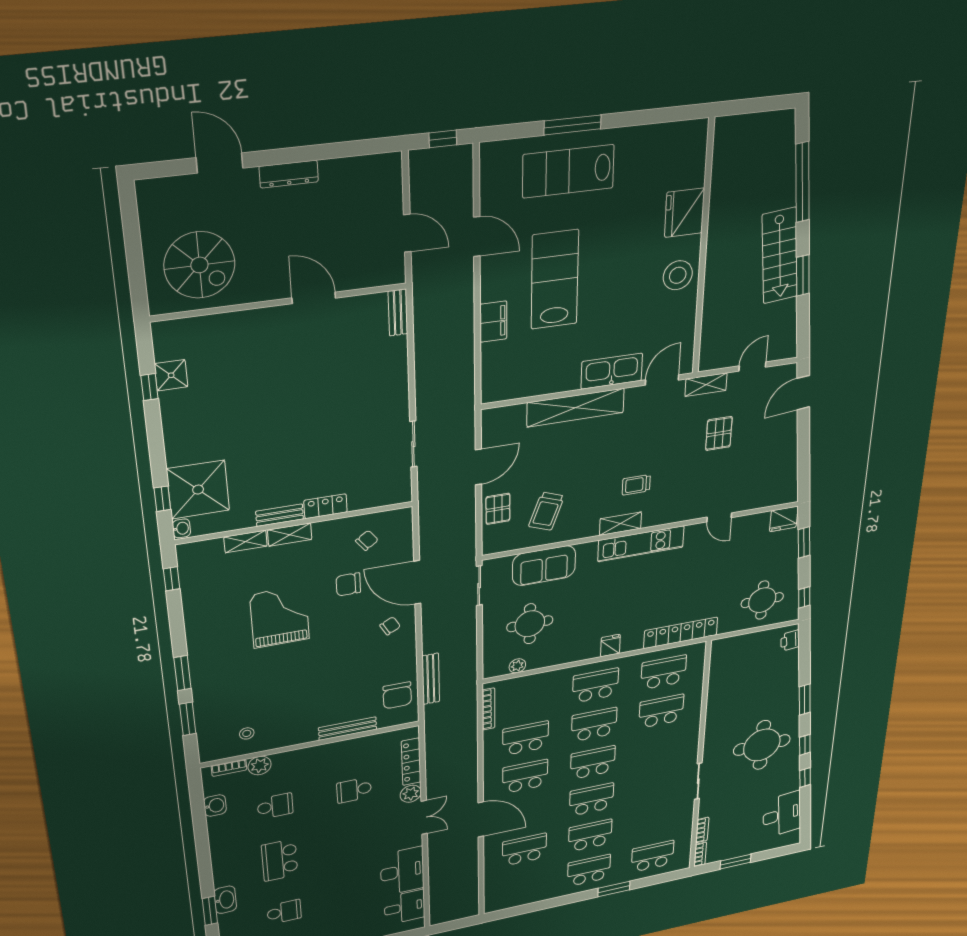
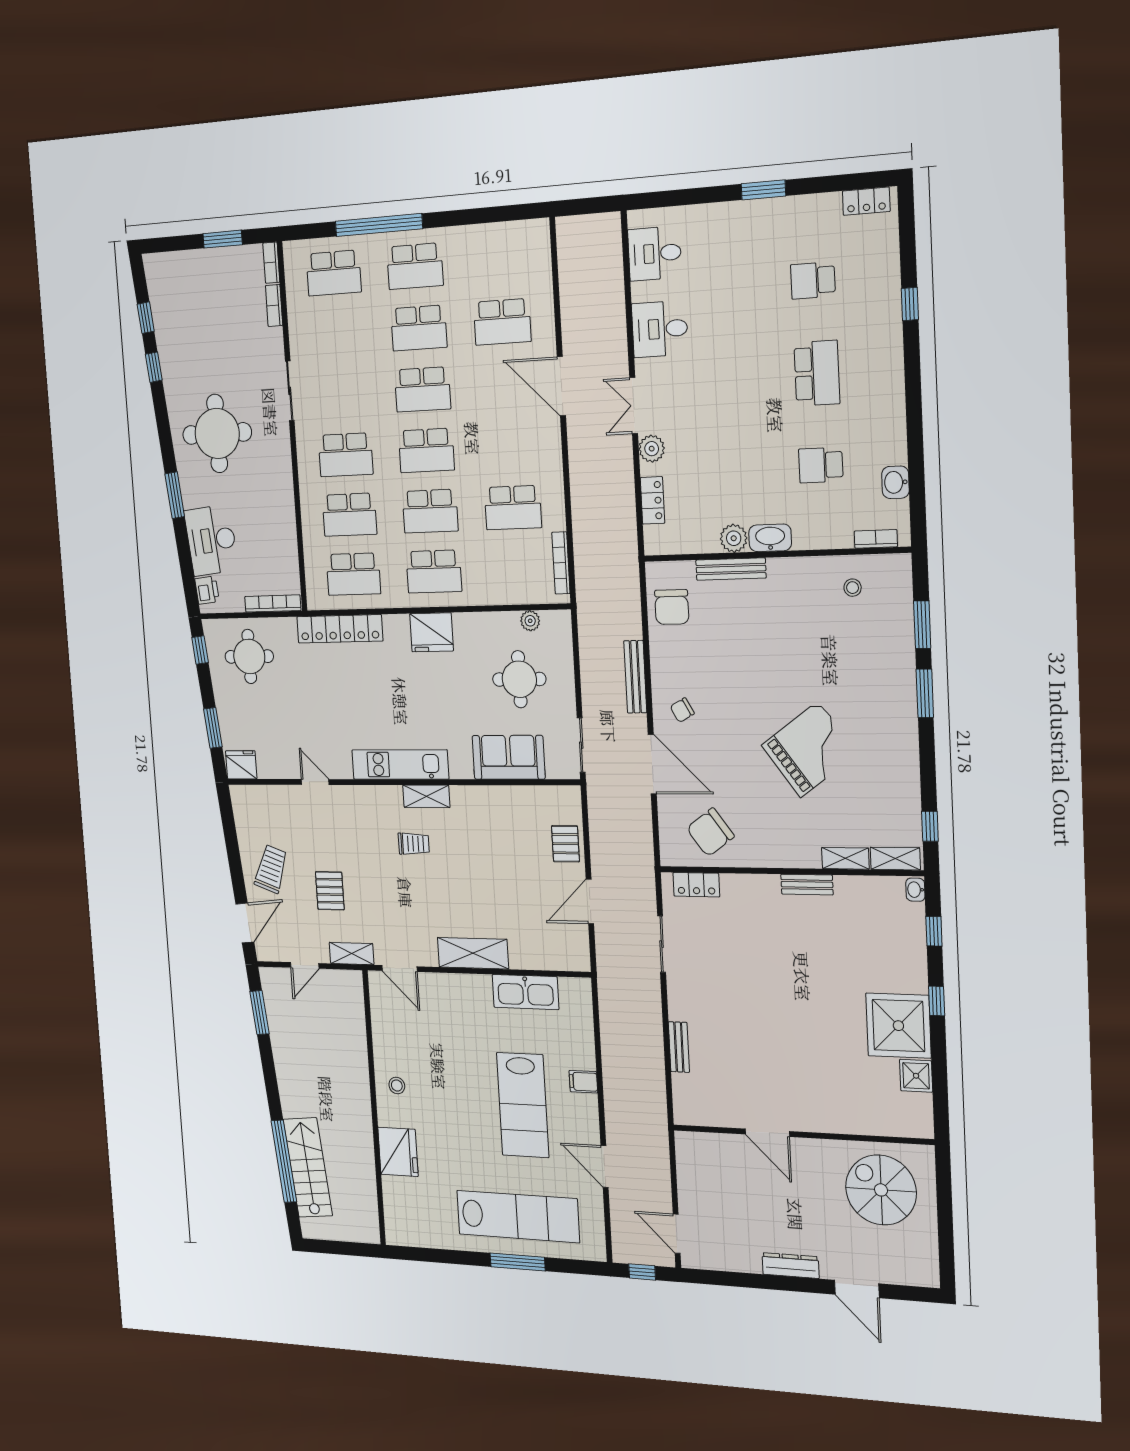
lab bench: (568, 171) -> (518, 1217), width x1.36
door: (407, 233) -> (677, 1234), moved
stairs: (780, 256) -> (308, 1168), moved
stool: (678, 275) -> (397, 1085), width x0.53, depth x0.53
window: (803, 275) -> (259, 1013), moved
bench: (398, 313) -> (679, 1047), moved
filing cabinet: (493, 322) -> (583, 1082), width x0.50
kitchen sink: (612, 371) -> (525, 992), moved
door: (662, 380) -> (400, 969), hinge flipped
window: (149, 387) -> (937, 1001), moved
shelving: (576, 408) -> (473, 953), width x0.68
shower: (198, 490) -> (898, 1026), moved
locker: (326, 506) -> (696, 885), moved
trolley: (546, 511) -> (271, 869), moved
shelving: (290, 535) -> (895, 859), moved
chair: (367, 540) -> (710, 832), width x1.87, depth x1.87
chair: (348, 584) -> (731, 778), removed
grand piano: (280, 617) -> (809, 749), turned -126
bookcase: (735, 641) -> (273, 603), added
fridge: (610, 646) -> (432, 632), width x1.88, depth x1.34
bench: (431, 679) -> (635, 677), moved
chair: (397, 695) -> (672, 607), turned 180
window: (805, 745) -> (146, 318), moved
locker: (411, 762) -> (652, 500), width x0.66
plant: (260, 766) -> (734, 538), moved
school desk: (525, 776) -> (346, 455), moved
school desk: (354, 790) -> (722, 470), removed
desk: (782, 815) -> (211, 540), moved
desk: (402, 871) -> (660, 329), width x0.73
window: (614, 889) -> (379, 225), width x2.11
washbasin: (225, 900) -> (770, 538), moved, turned 90
window: (210, 911) -> (910, 304), width x0.67

